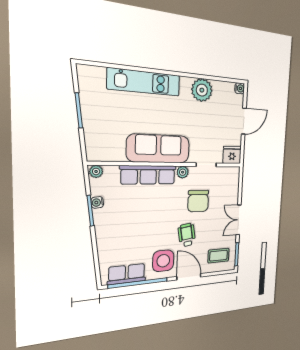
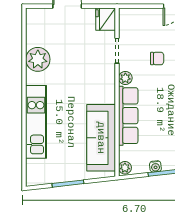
water cooler: (240, 88) -> (32, 14), removed
sofa: (159, 149) -> (101, 138), moved
chair: (198, 201) -> (157, 58), width x0.54, depth x0.54

